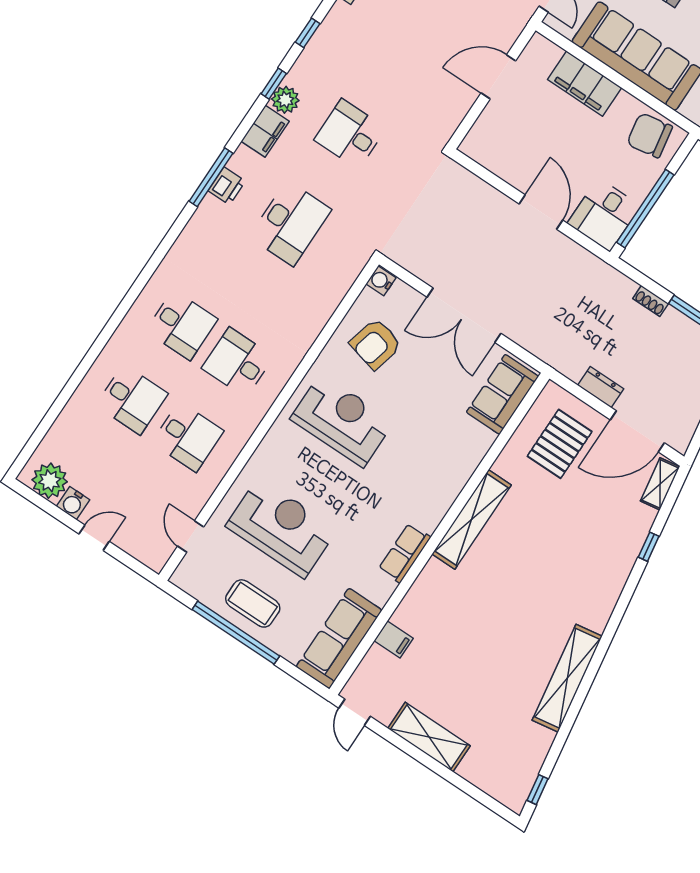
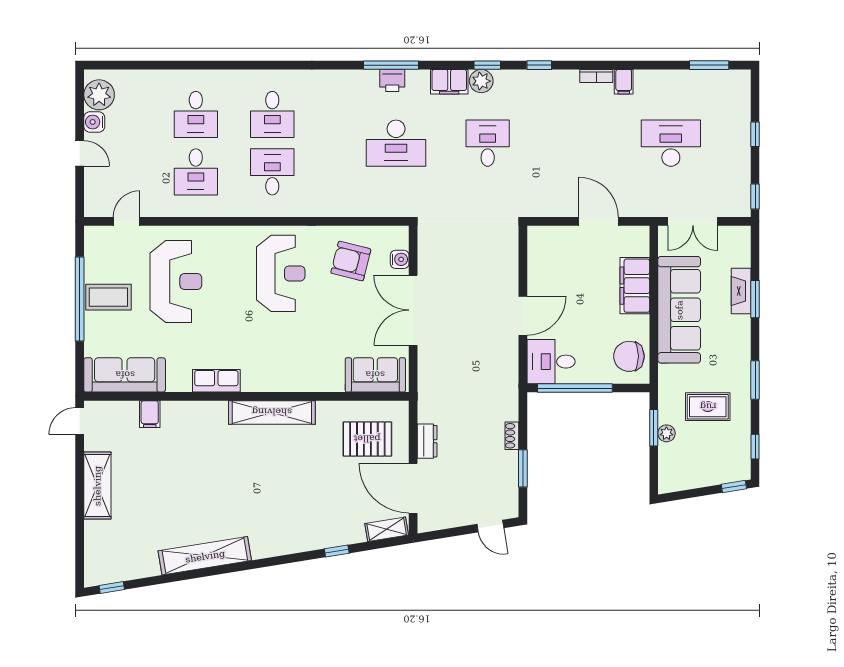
chair: (650, 135) -> (629, 356), turned -80
water cooler: (381, 281) -> (400, 259), moved, turned 90
coffee table: (253, 603) -> (108, 297), turned 90

